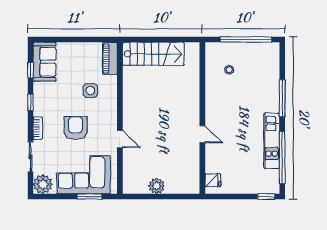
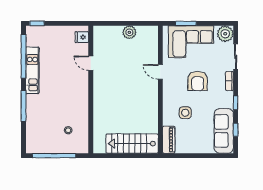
sofa: (45, 62) -> (224, 131), width x1.36
door: (202, 134) -> (91, 63), moved

